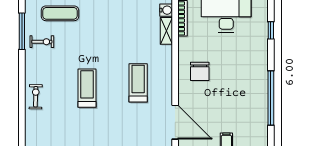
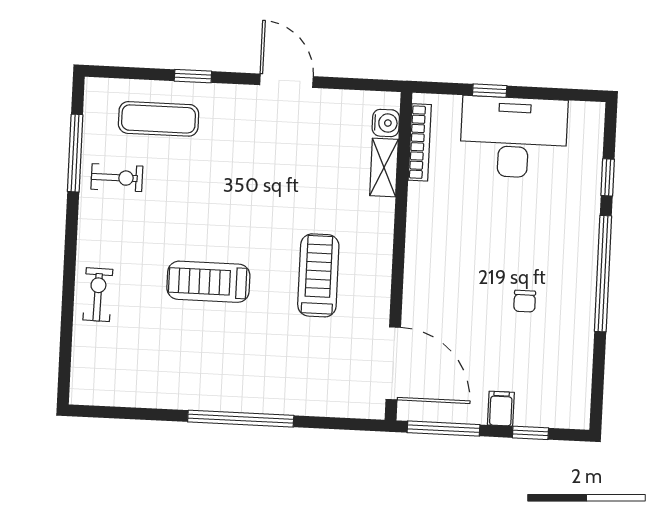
chair: (200, 71) -> (525, 301), moved, width x0.54, depth x0.54
treadmill: (87, 88) -> (208, 282), turned -90
window: (271, 98) -> (603, 274), moved

